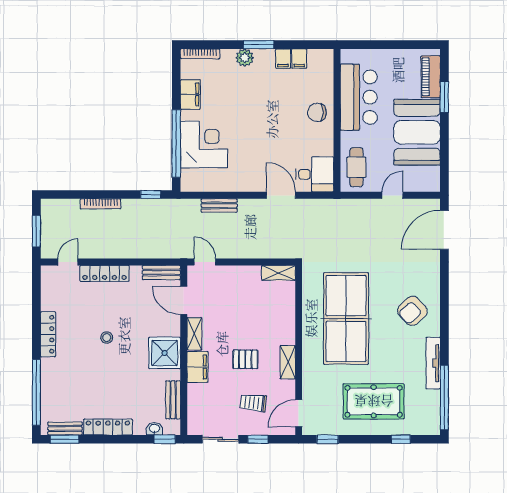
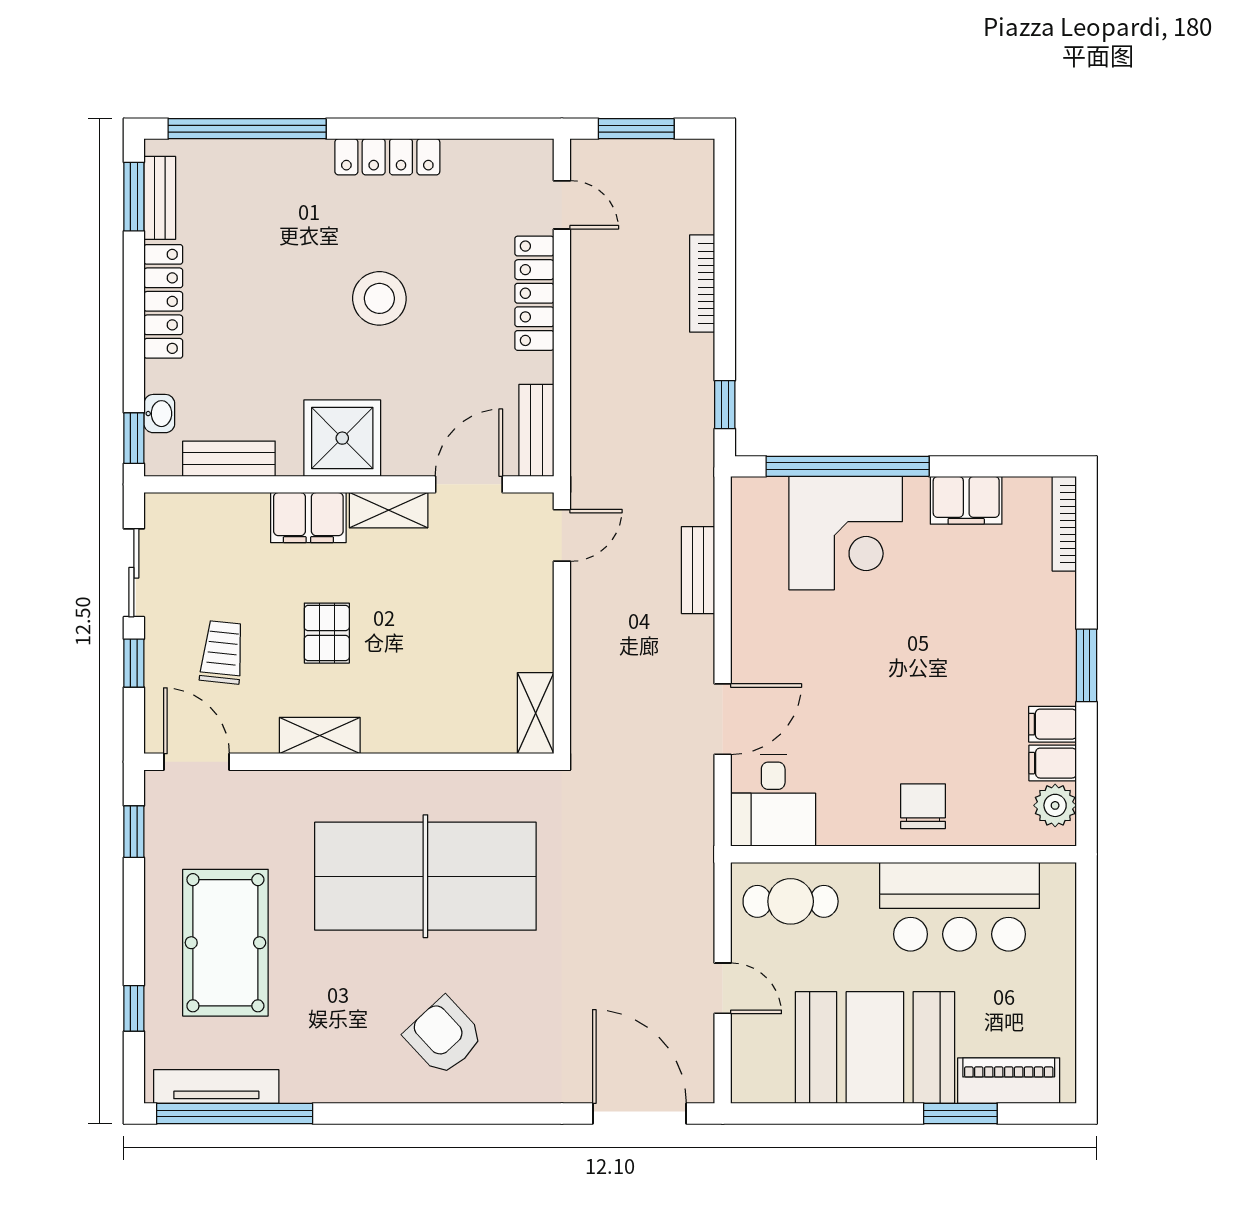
plant: (245, 58) -> (1055, 805), moved
stool: (107, 338) -> (379, 298), width x1.89, depth x1.89
tv unit: (433, 363) -> (216, 1086), moved

